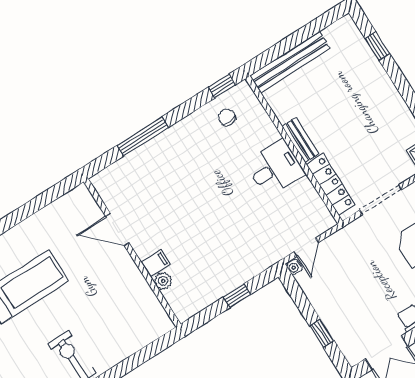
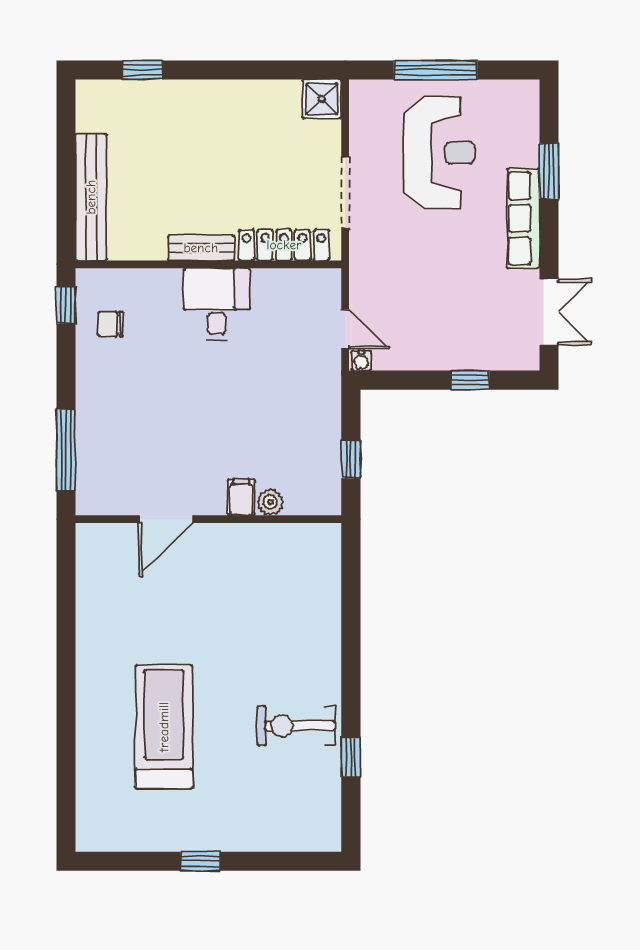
door: (117, 230) -> (166, 519), moved
wall: (132, 253) -> (208, 519), moved
filing cabinet: (156, 263) -> (241, 497), moved
plant: (163, 281) -> (271, 502), moved

